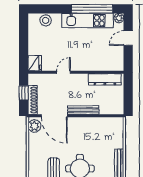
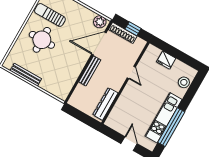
plant: (119, 18) -> (150, 145), removed
fridge: (35, 63) -> (166, 60), moved

